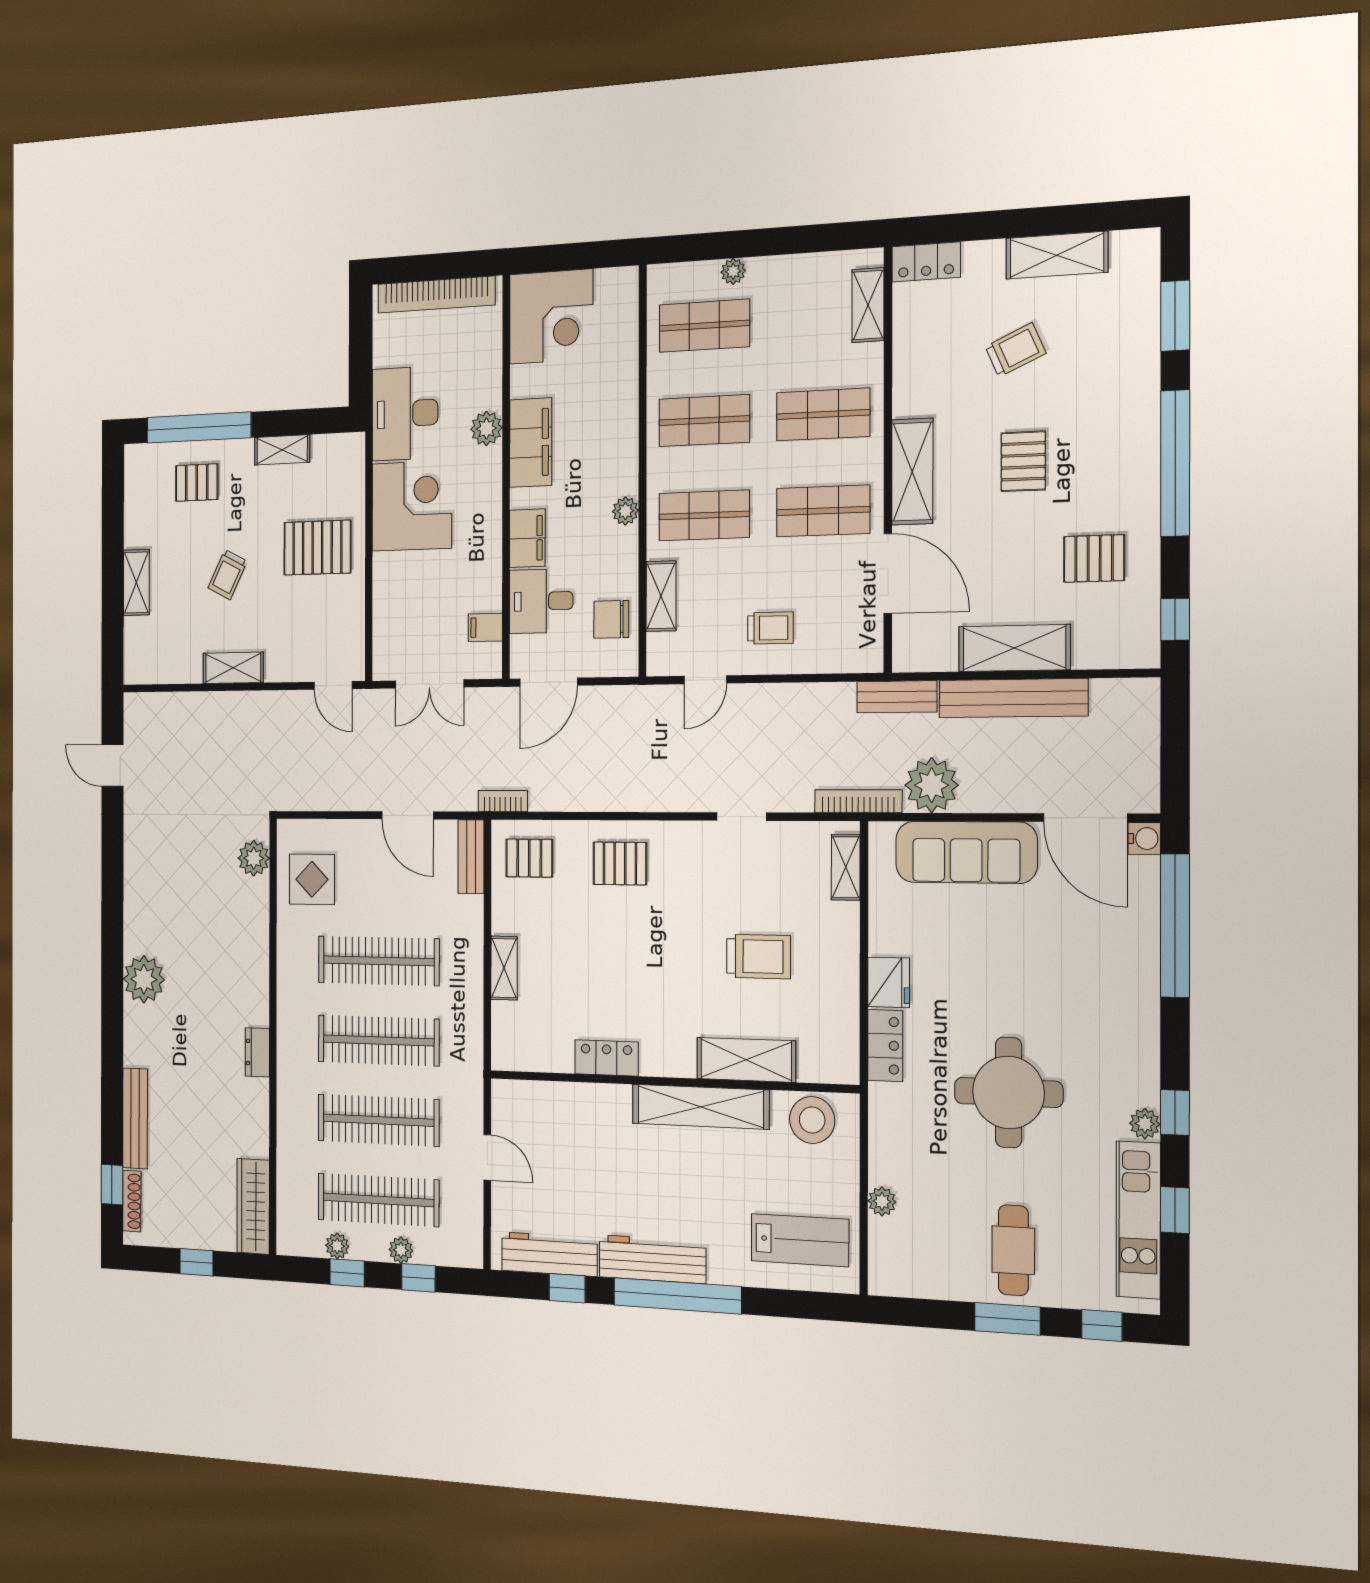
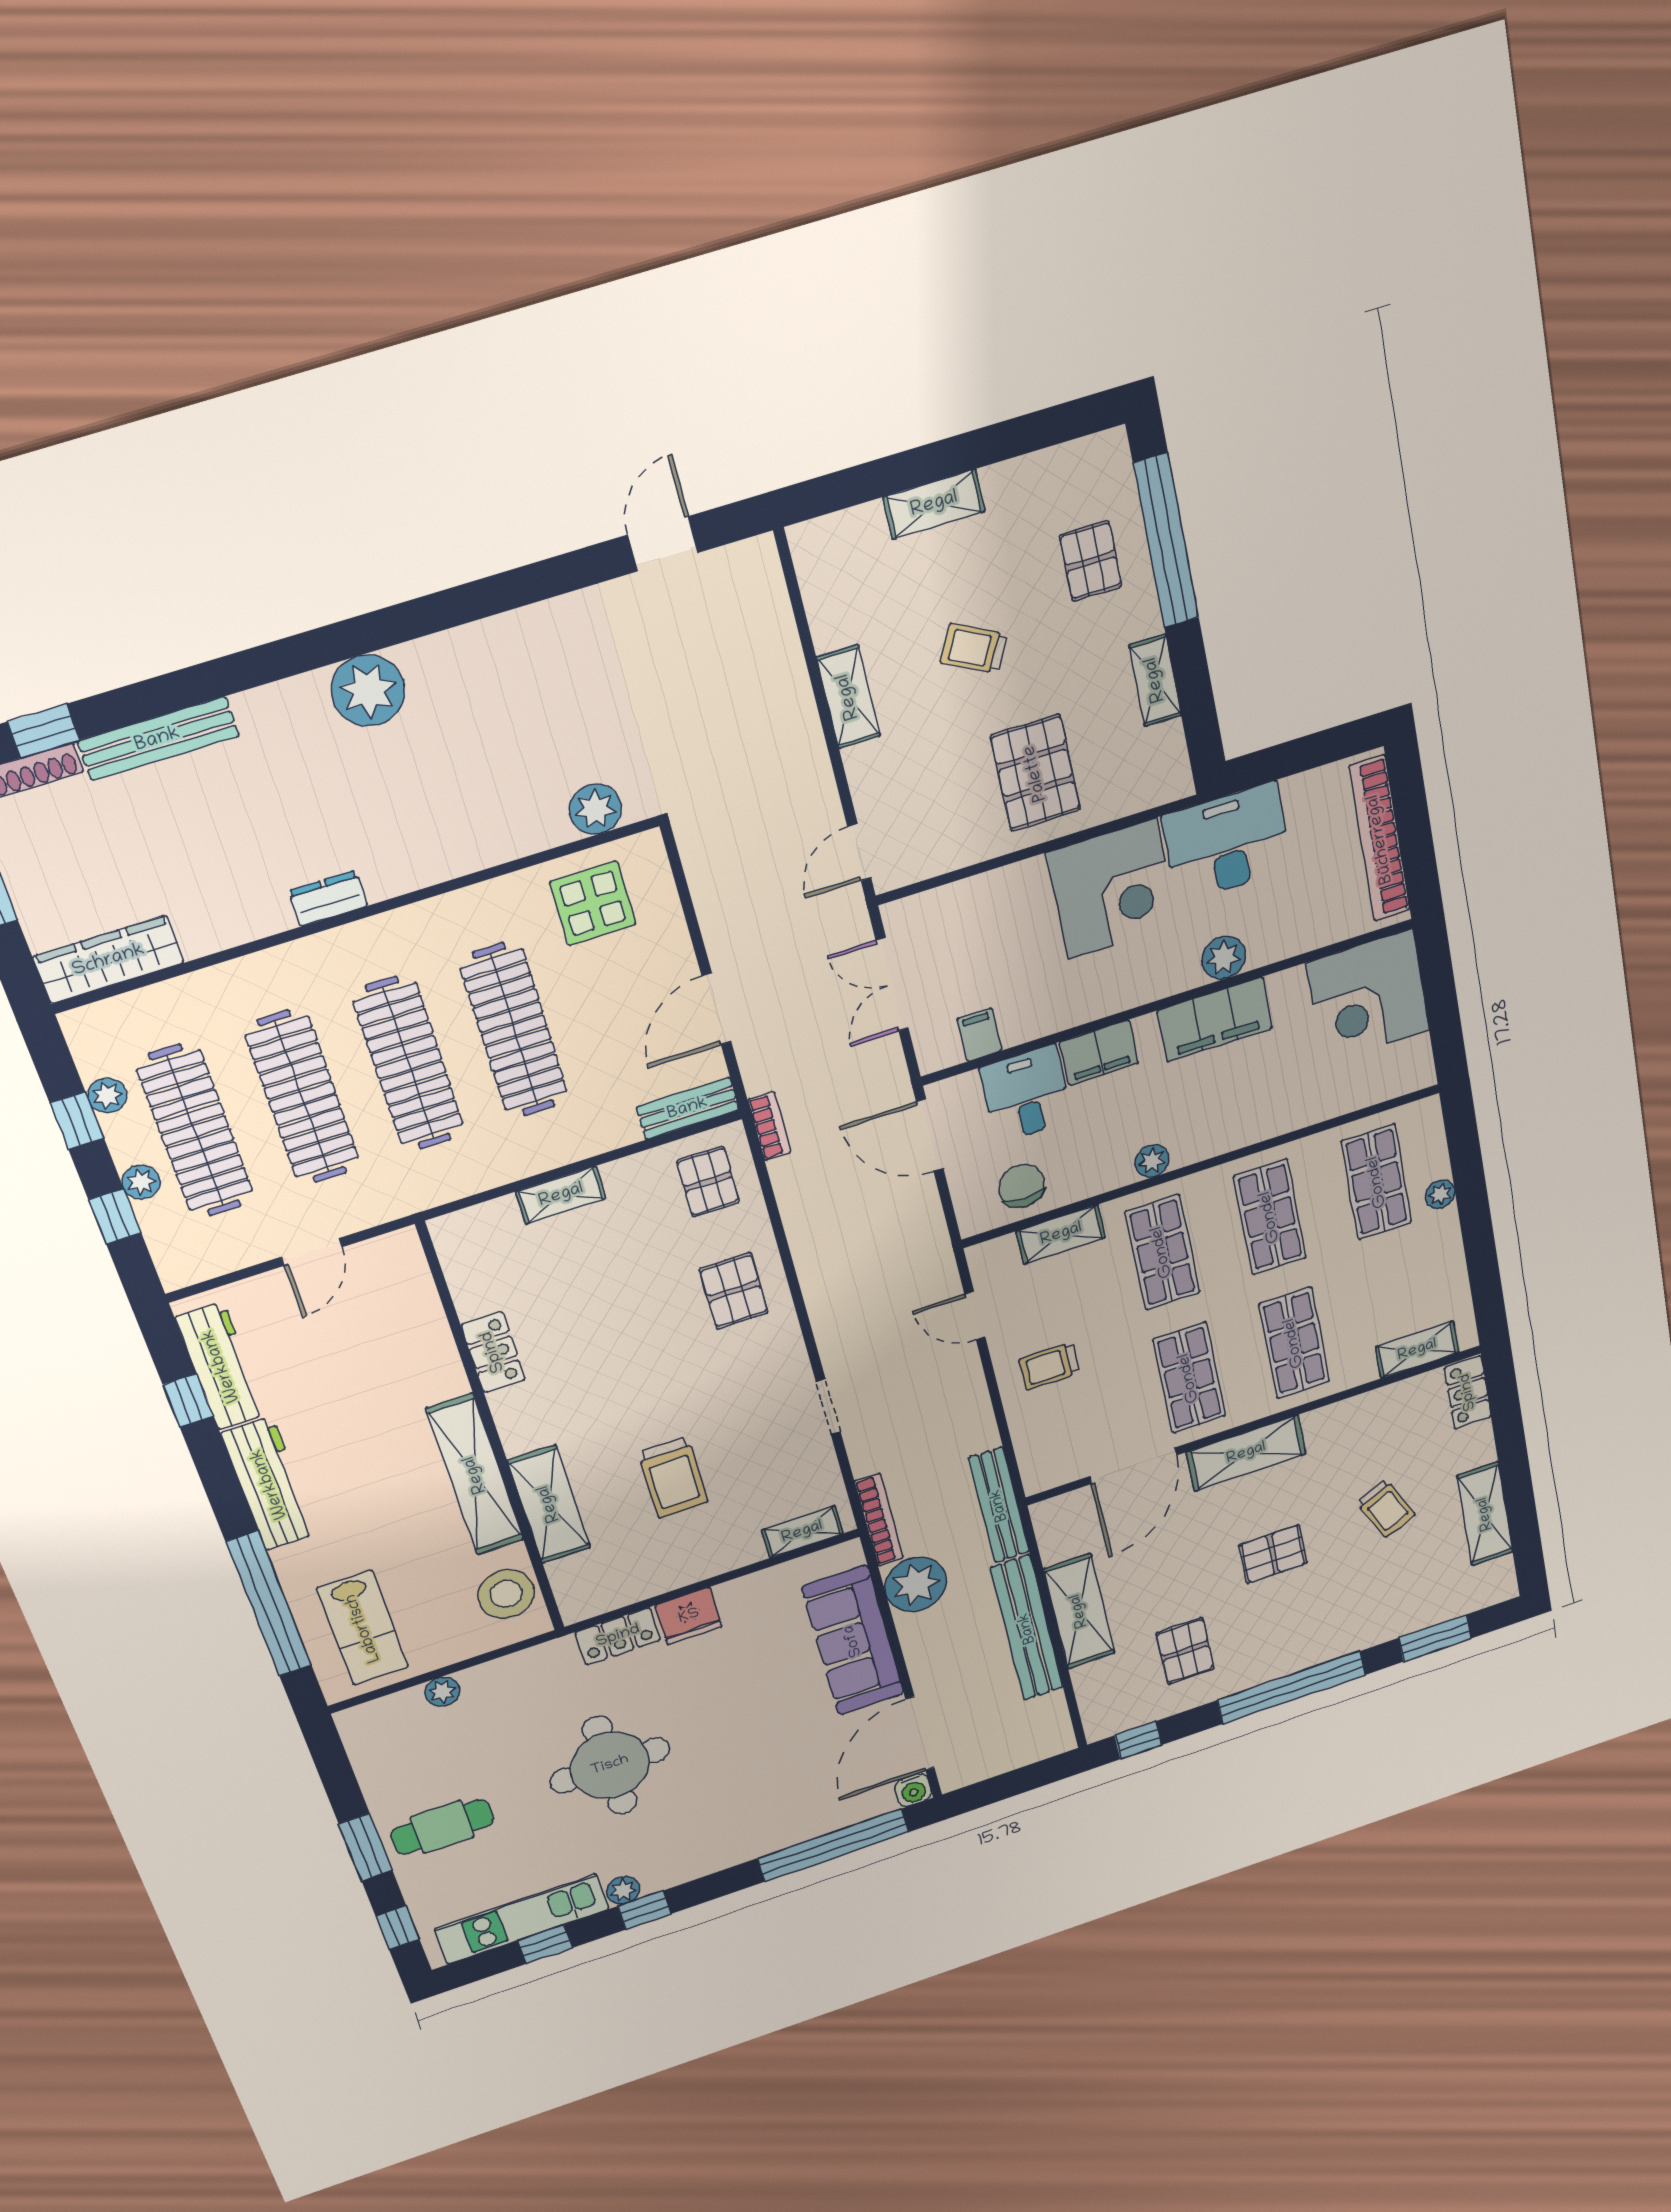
trolley: (770, 628) -> (1049, 1366), turned 90
bench: (897, 697) -> (999, 1505), width x1.36
window: (677, 1296) -> (269, 1604), moved

